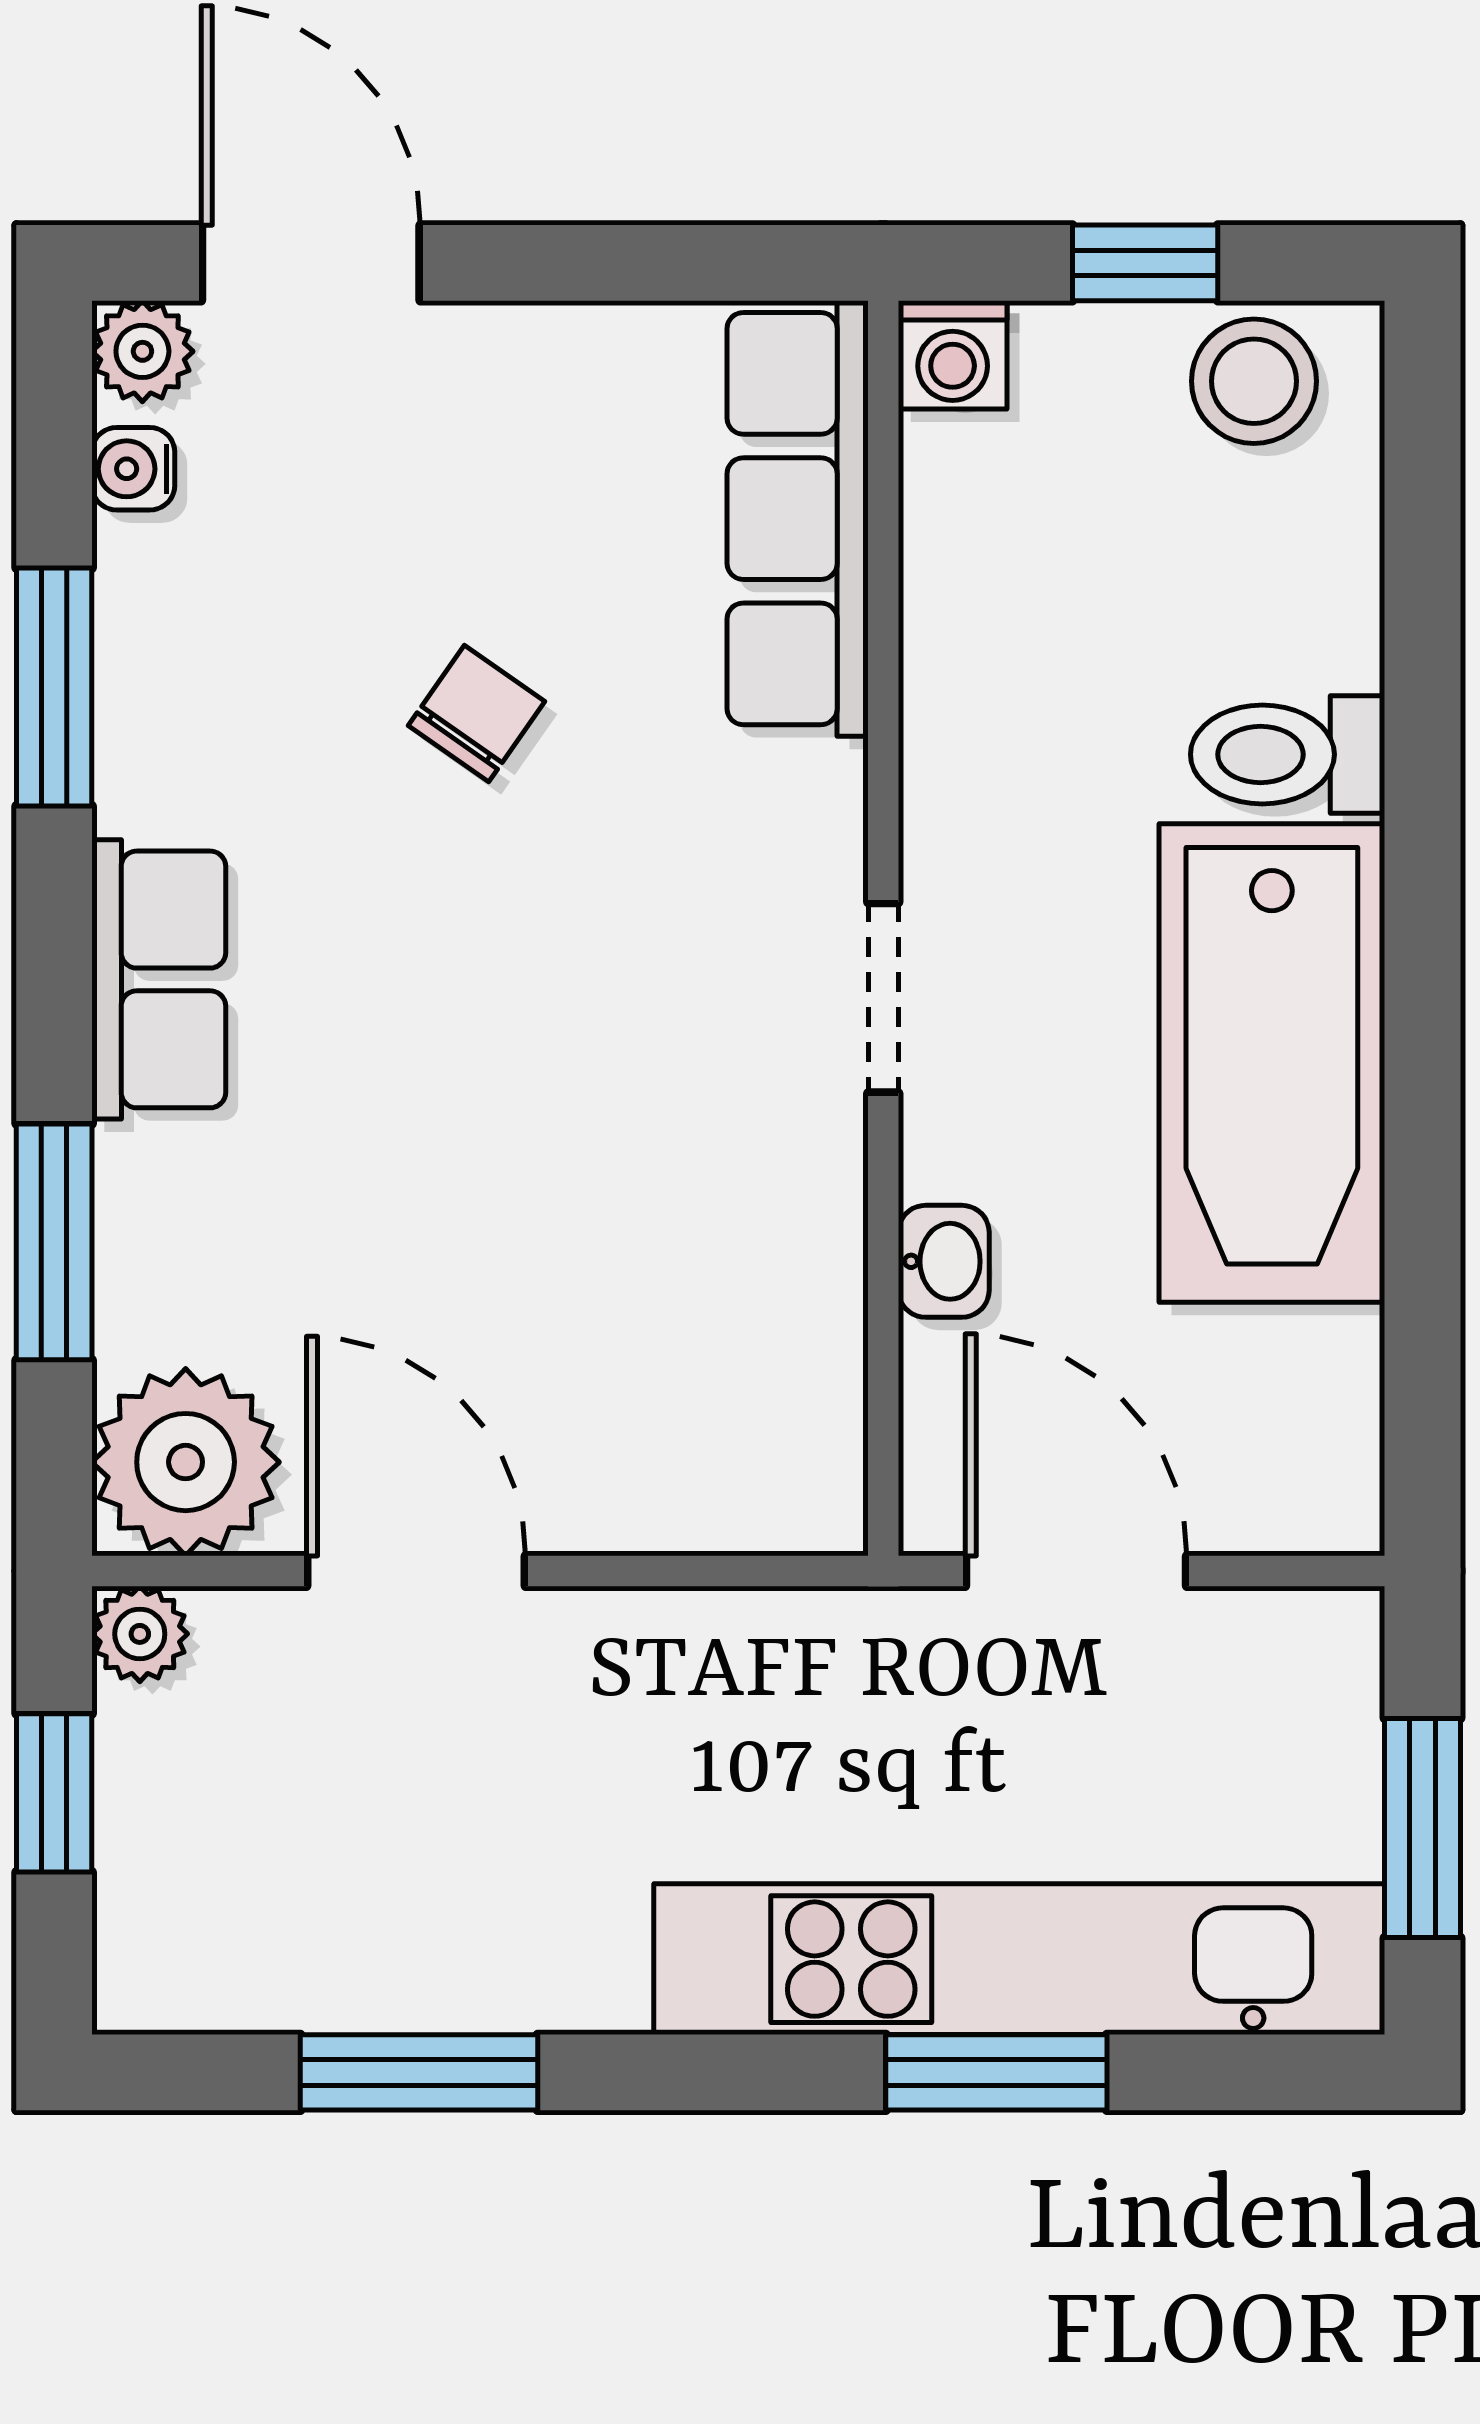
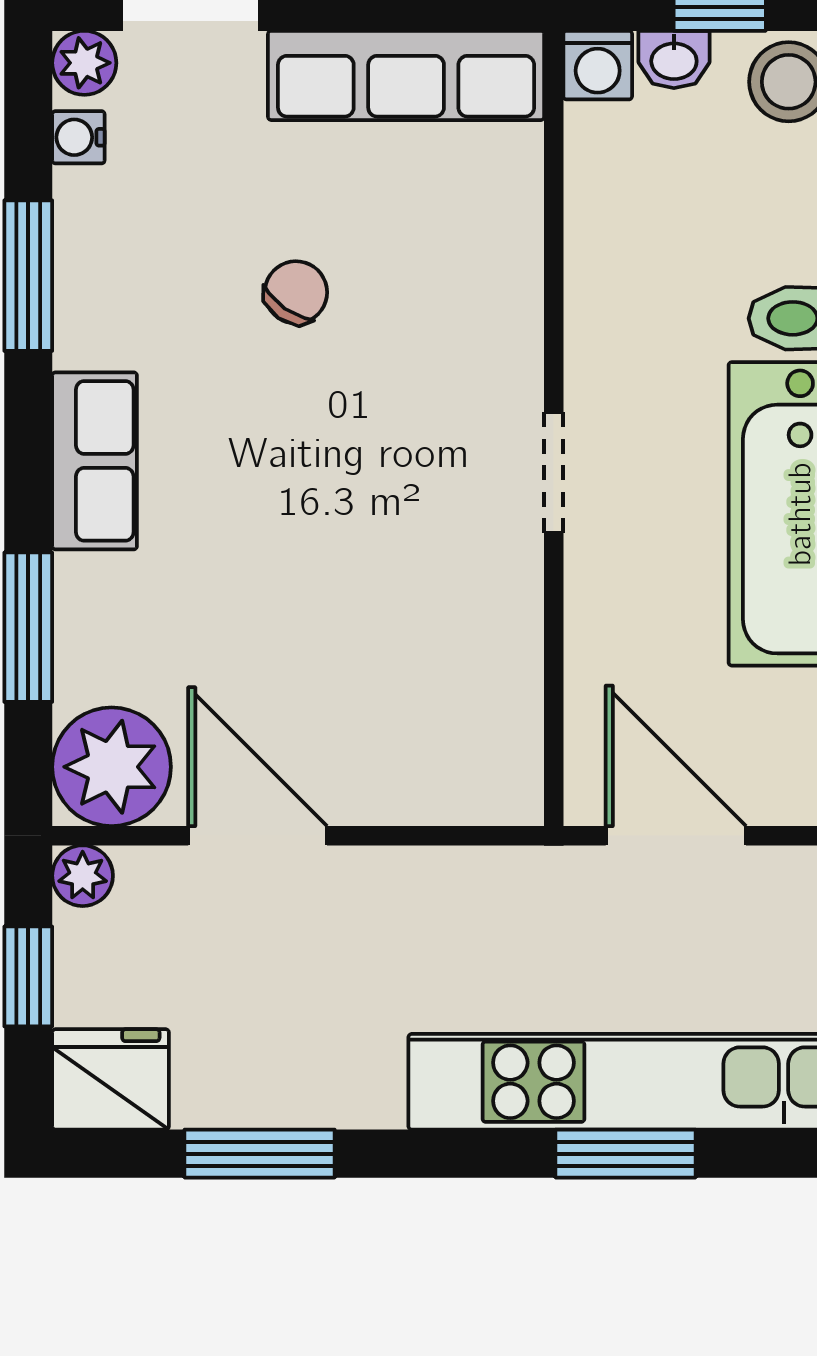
row of seats: (798, 519) -> (406, 75), moved, turned -90
washbasin: (944, 1261) -> (674, 60), moved, turned 90
fridge: (184, 1955) -> (111, 1079), added

